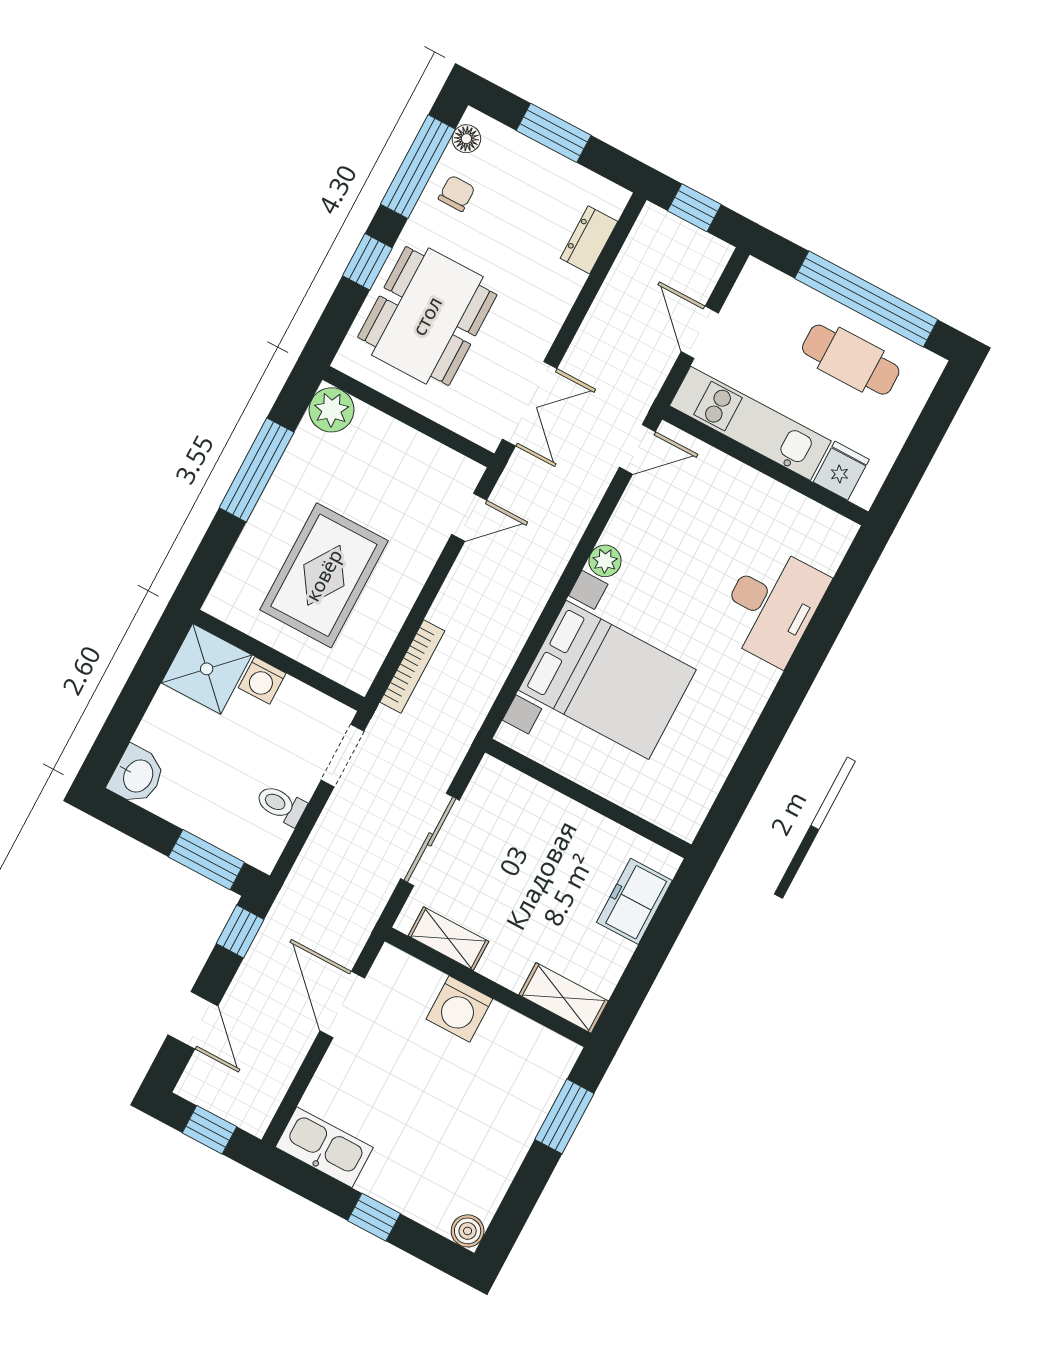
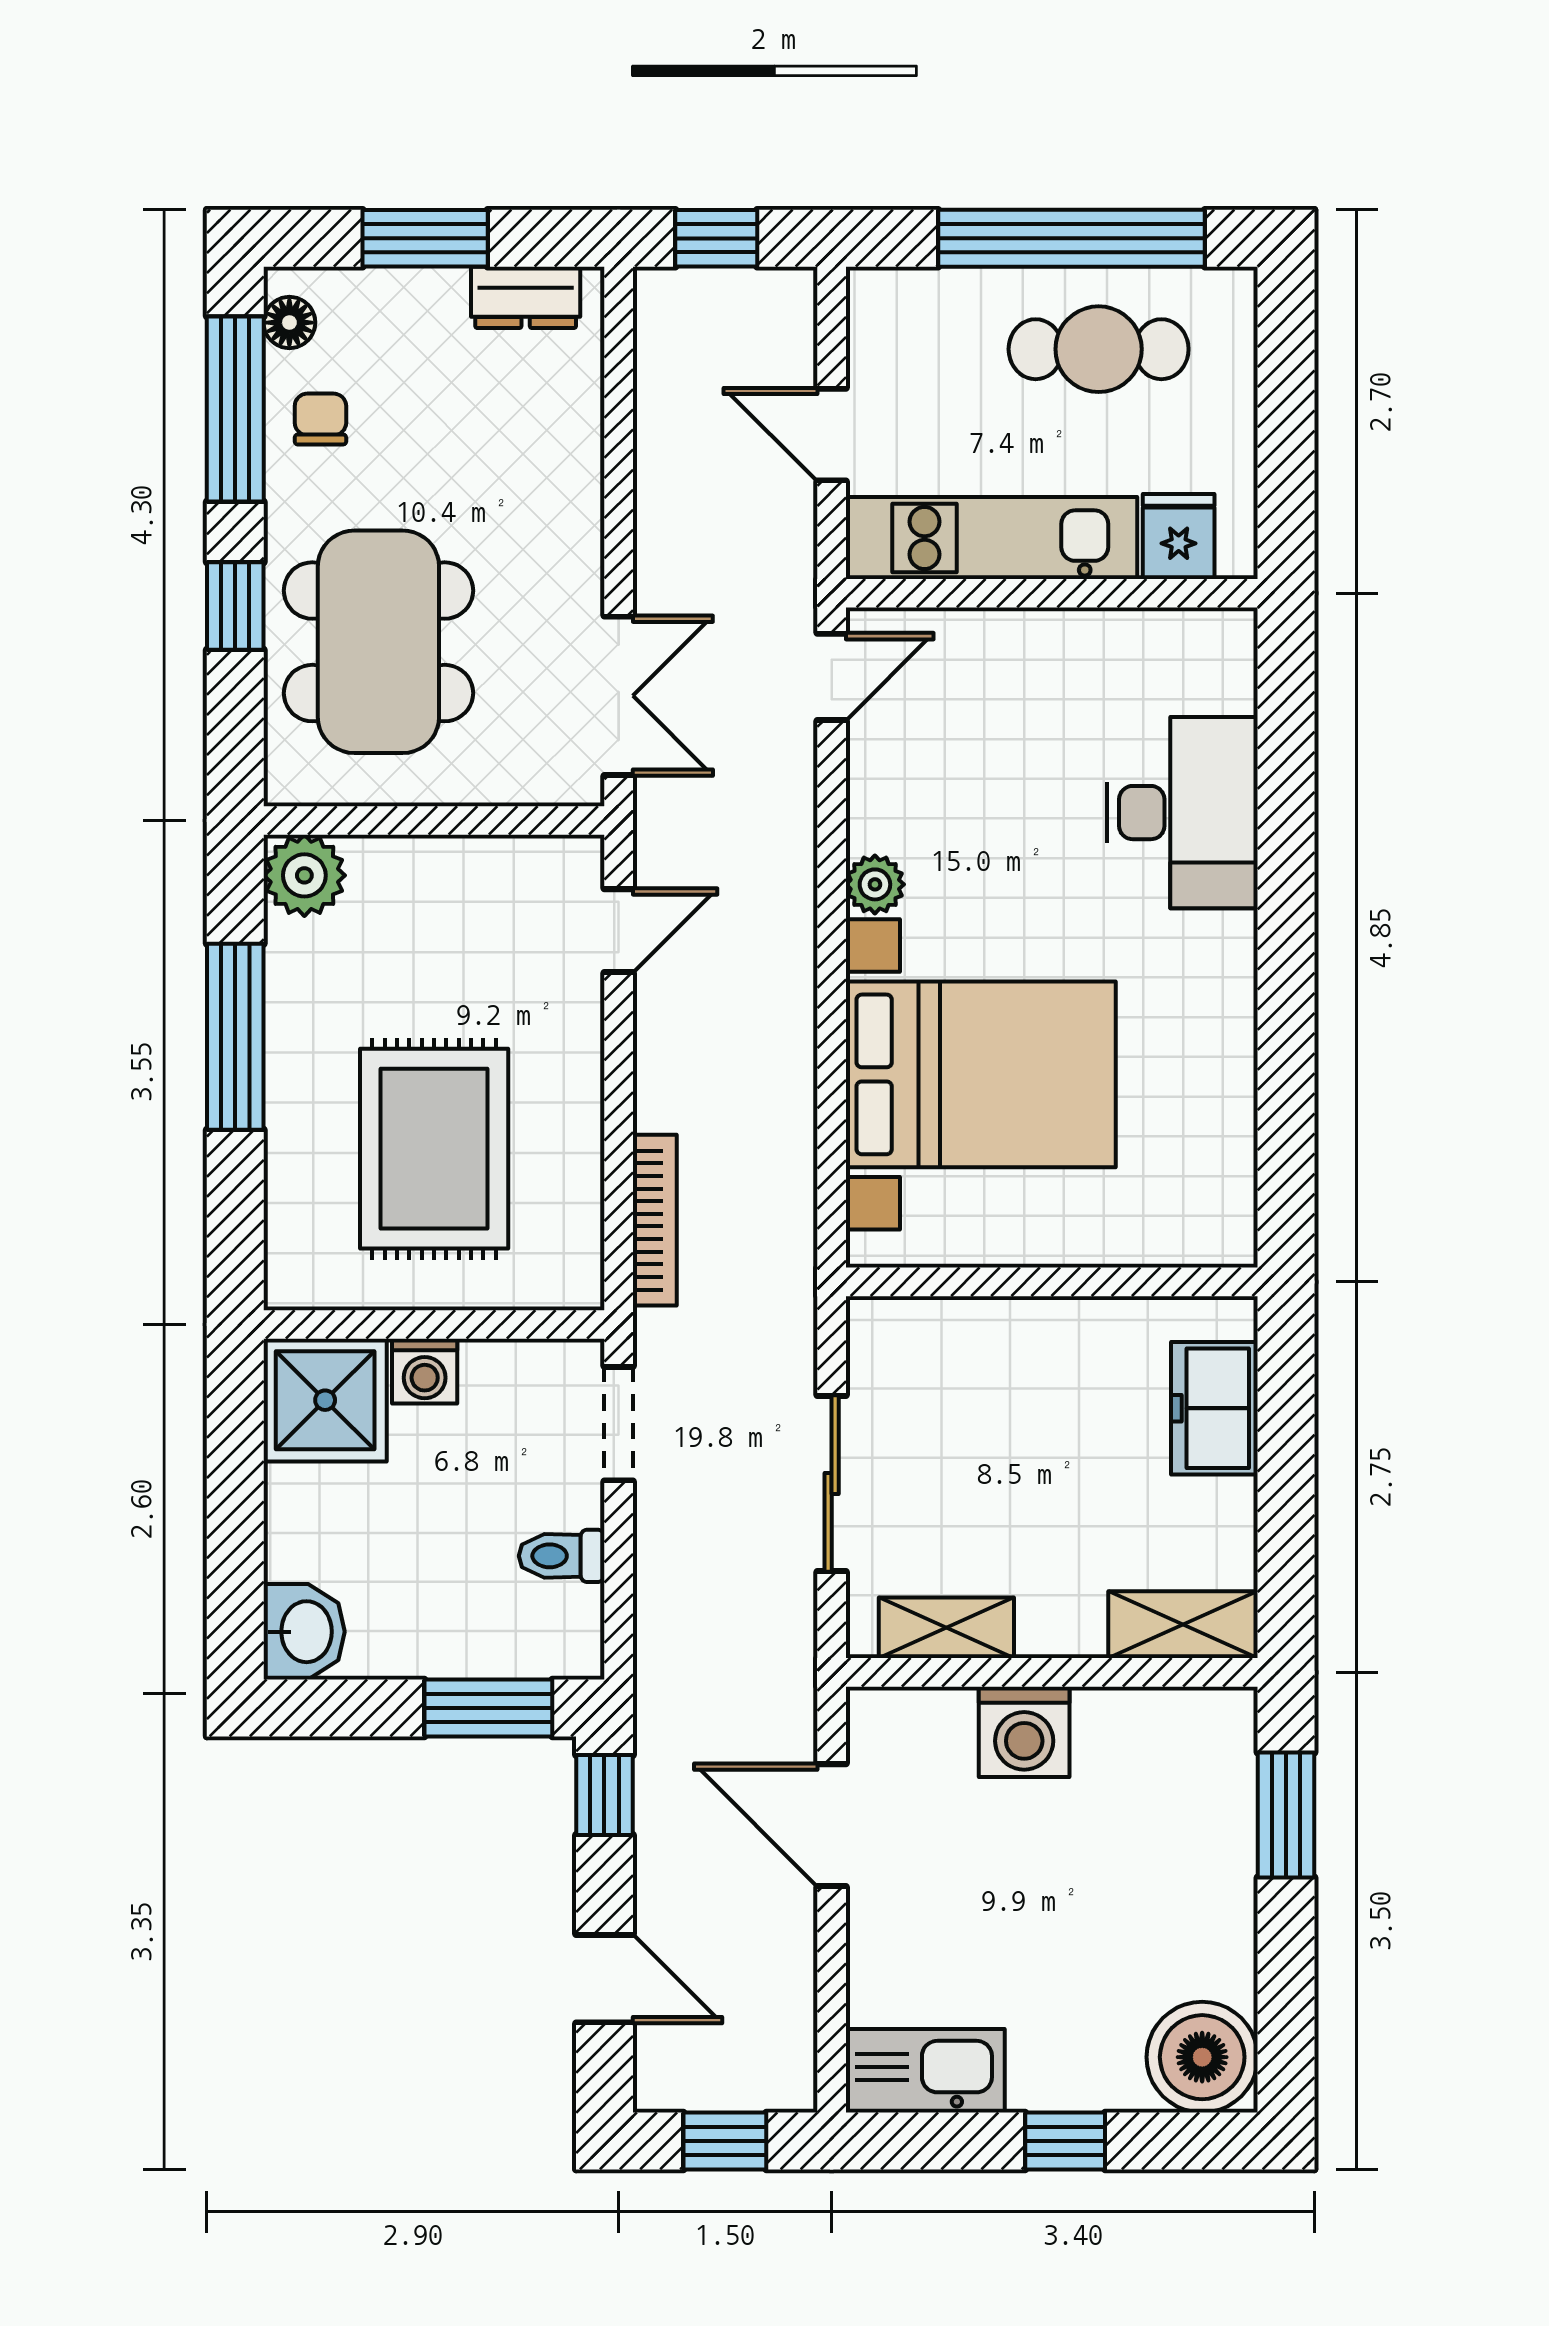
dresser: (589, 240) -> (526, 297), moved, turned -90
boiler: (468, 1231) -> (1202, 2057), width x1.86, depth x1.86

